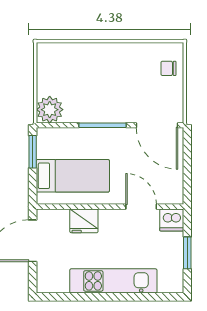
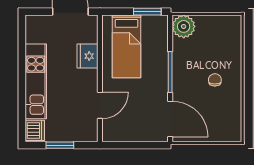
chair: (168, 68) -> (215, 80), moved
door: (157, 125) -> (170, 119), swing flipped
dishwasher: (172, 220) -> (35, 130), moved, turned 180

